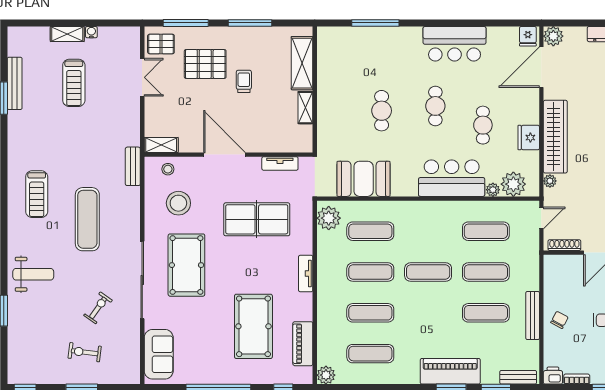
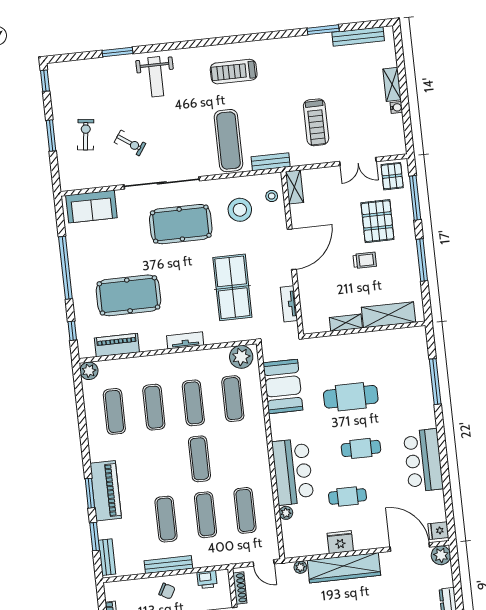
bench: (15, 83) -> (358, 36), moved
treadmill: (74, 83) -> (316, 122), moved, turned -90
cafe table: (382, 111) -> (351, 397), width x1.37, depth x1.35
plant: (513, 184) -> (293, 532), removed
exercise mat: (87, 219) -> (228, 141), moved, turned 90
printer: (553, 376) -> (207, 579), moved, turned 90

